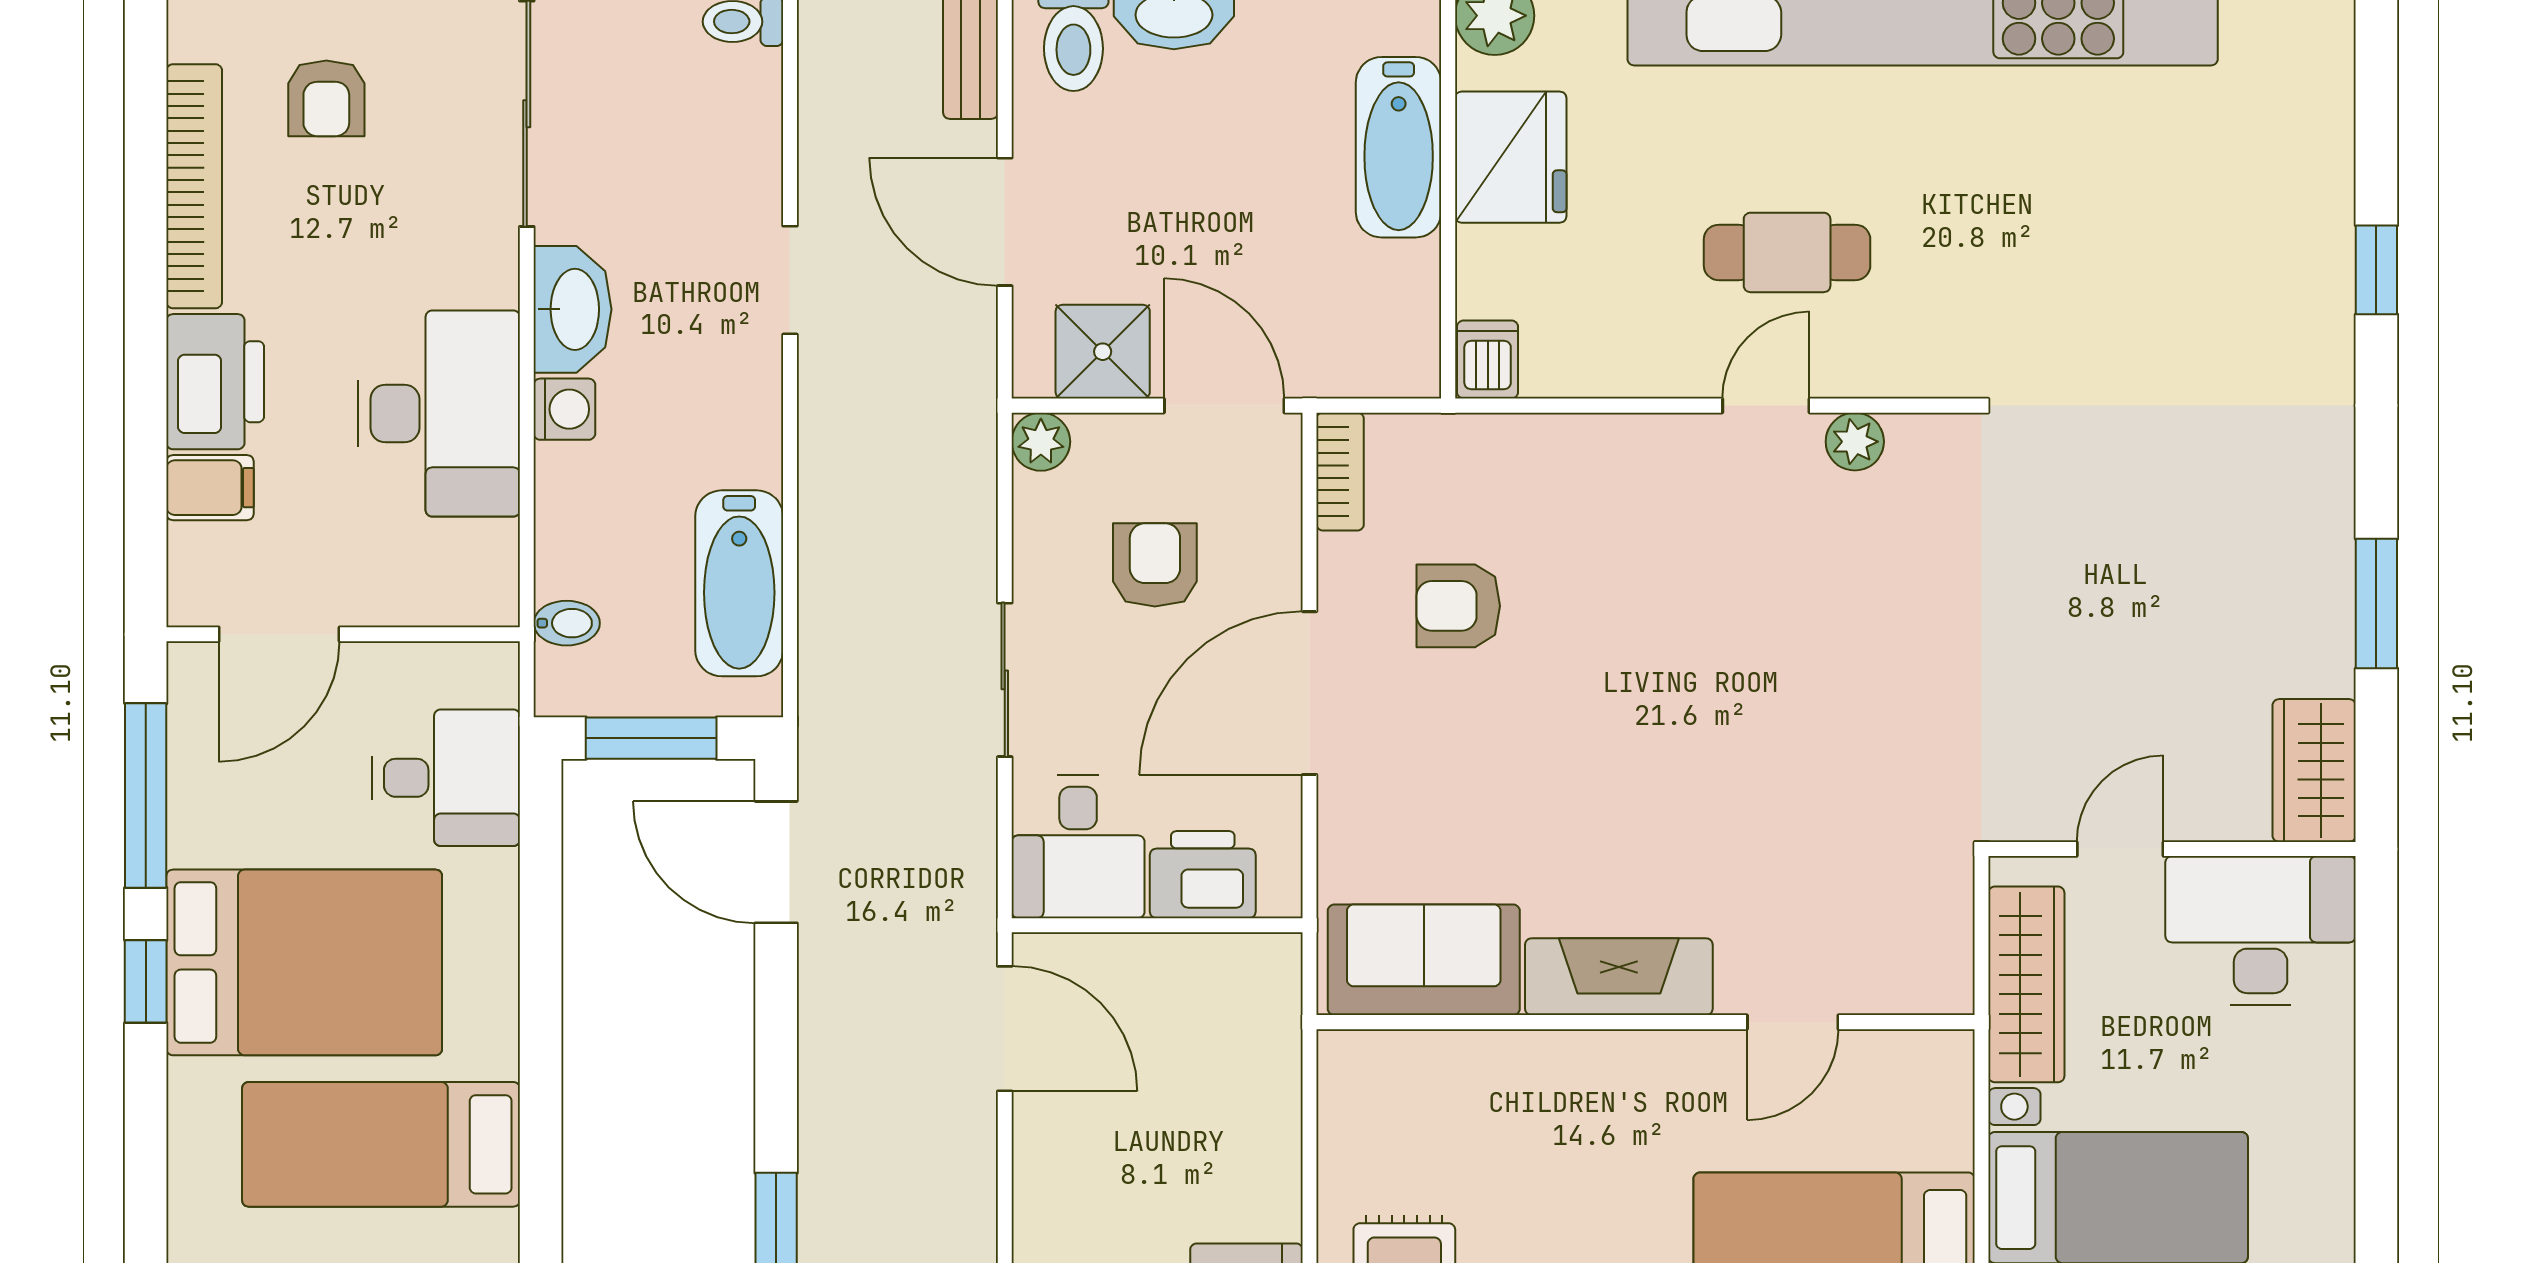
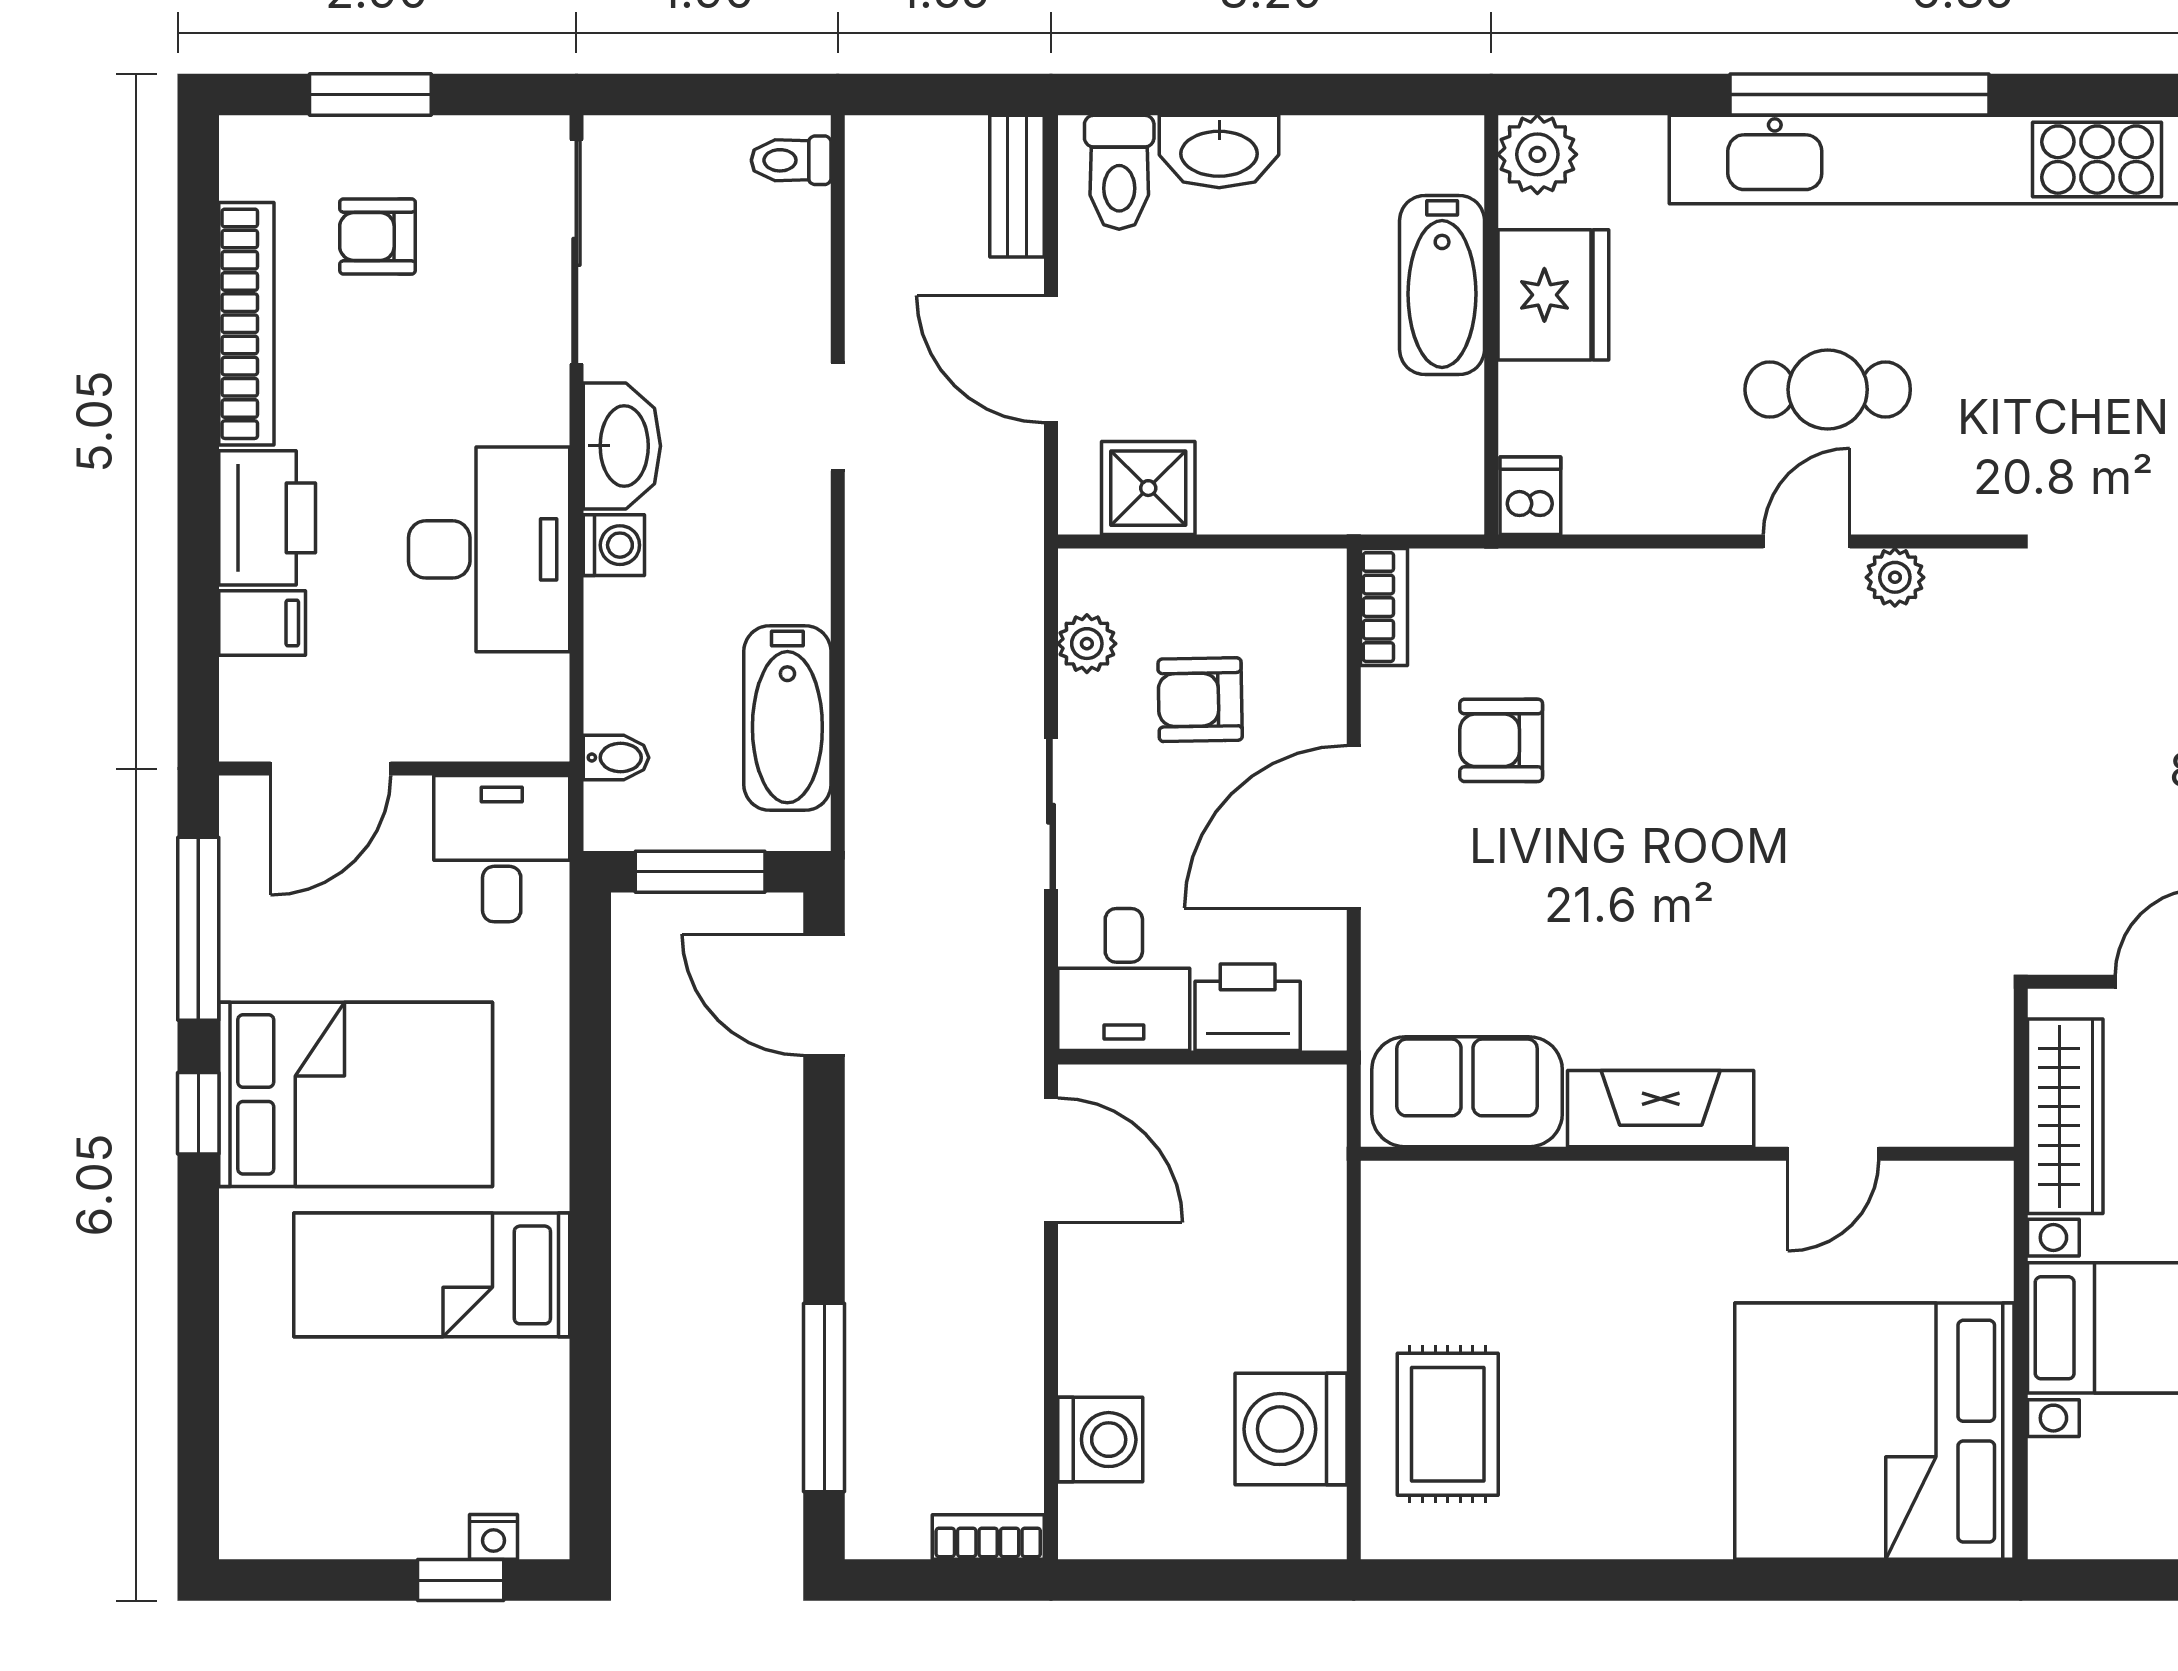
armchair: (326, 98) -> (378, 236), turned 90
door: (1224, 406) -> (1269, 542), removed
plant: (1041, 442) -> (1087, 644), moved
armchair: (1155, 565) -> (1200, 700), turned -91
desk: (446, 778) -> (502, 849), moved, turned -90

